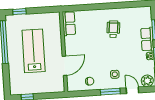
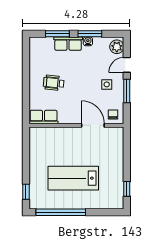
row of seats: (69, 23) -> (44, 117), moved
wall: (64, 52) -> (76, 125), moved
door: (64, 66) -> (93, 125), moved

